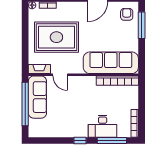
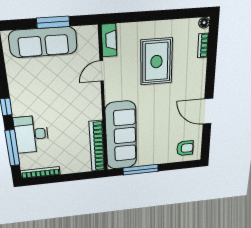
window: (142, 25) -> (141, 170), moved
rug: (56, 37) -> (156, 62), width x0.73, depth x0.69
sofa: (37, 97) -> (43, 42), moved
window: (25, 104) -> (53, 22), width x0.47

